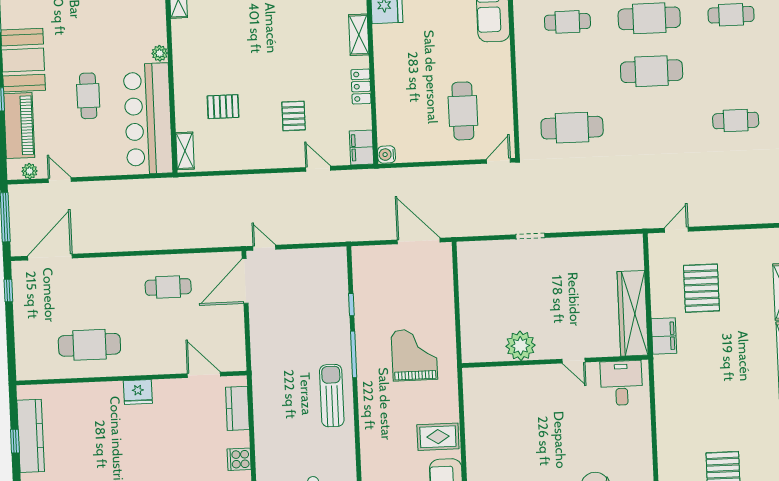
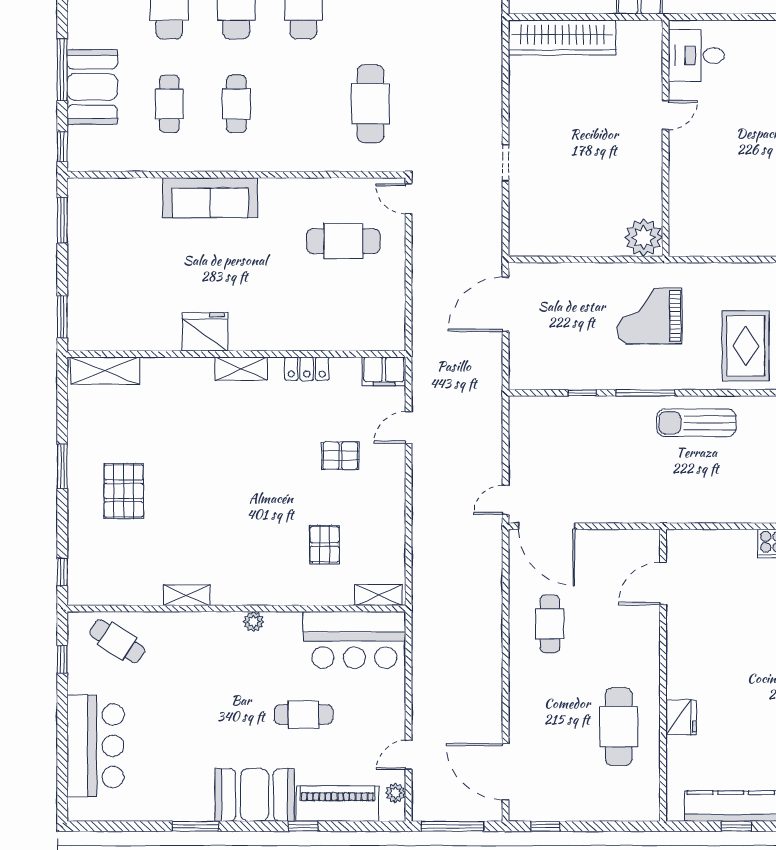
bar counter: (148, 119) -> (354, 640), width x0.73
water cooler: (386, 154) -> (394, 340), removed
wardrobe: (633, 313) -> (562, 37), moved
plant: (520, 346) -> (644, 237), moved
fridge: (138, 392) -> (681, 717), moved
kitchen counter: (237, 408) -> (707, 543), removed
rug: (438, 437) -> (746, 346), moved, width x1.36, depth x1.43

